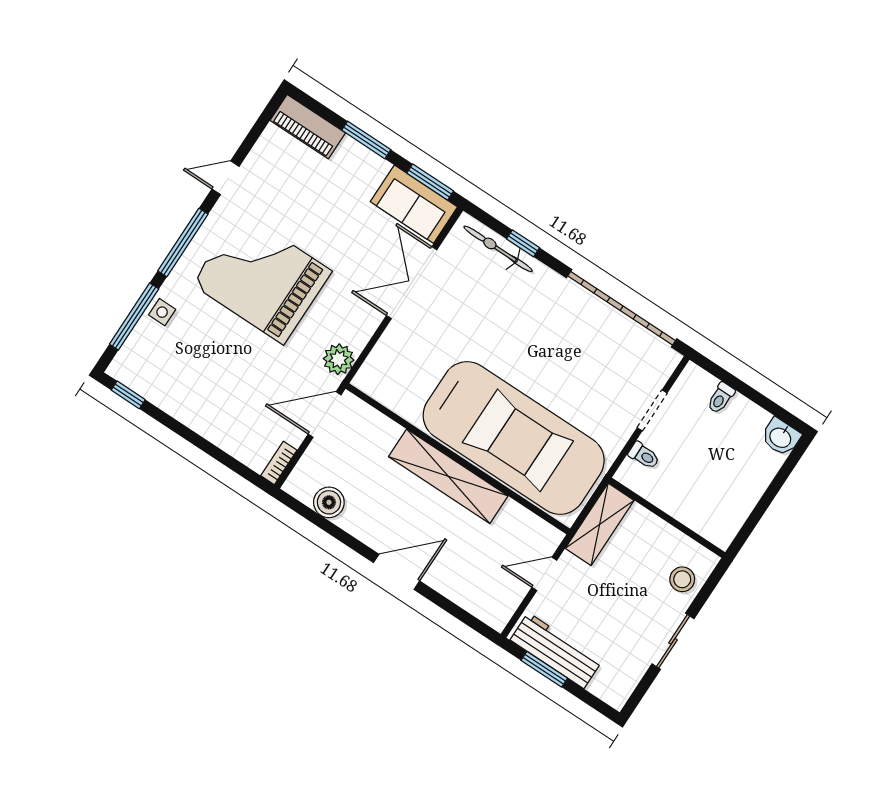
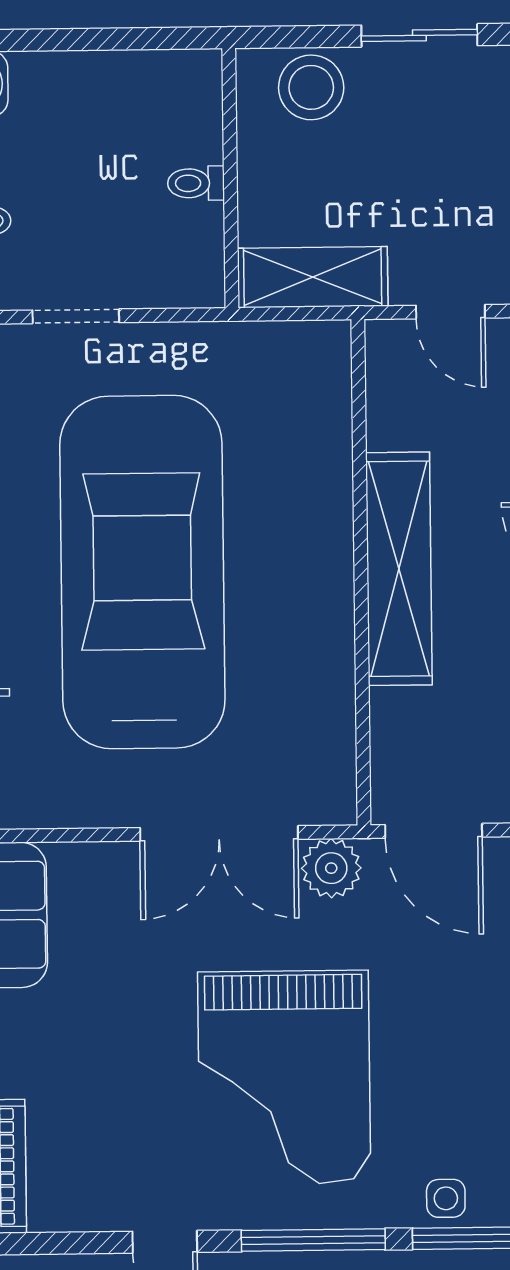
double door: (412, 283) -> (219, 833), moved
car: (514, 438) -> (142, 572), moved
toilet: (644, 456) -> (196, 183), moved, turned -90
stool: (682, 579) -> (311, 87), width x1.38, depth x1.38

